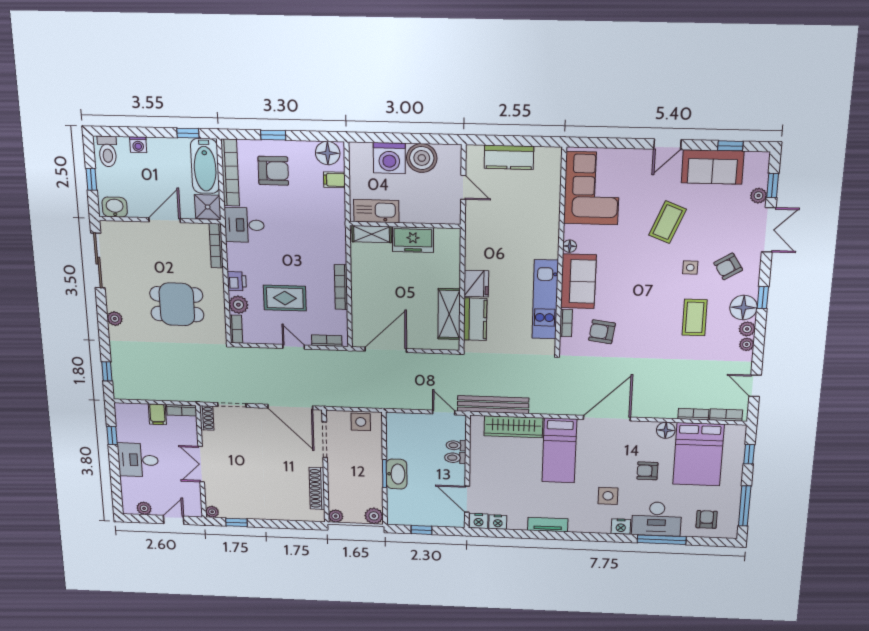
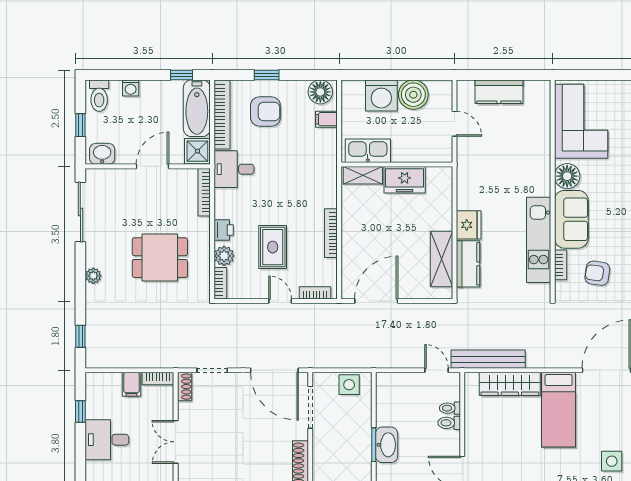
floor lamp: (570, 246) -> (567, 176), width x1.89, depth x1.89
rug: (285, 298) -> (273, 247), turned 90

